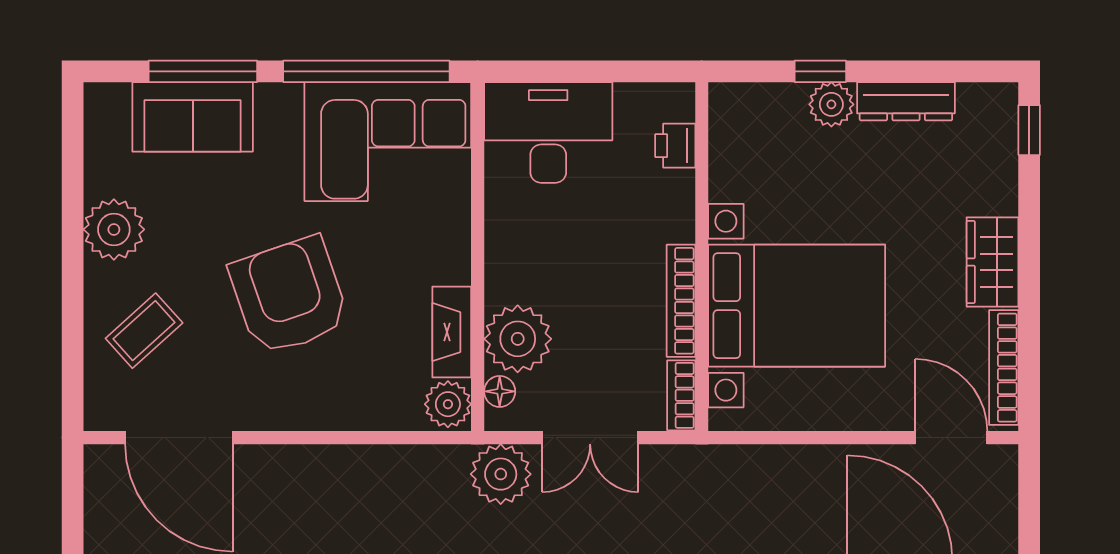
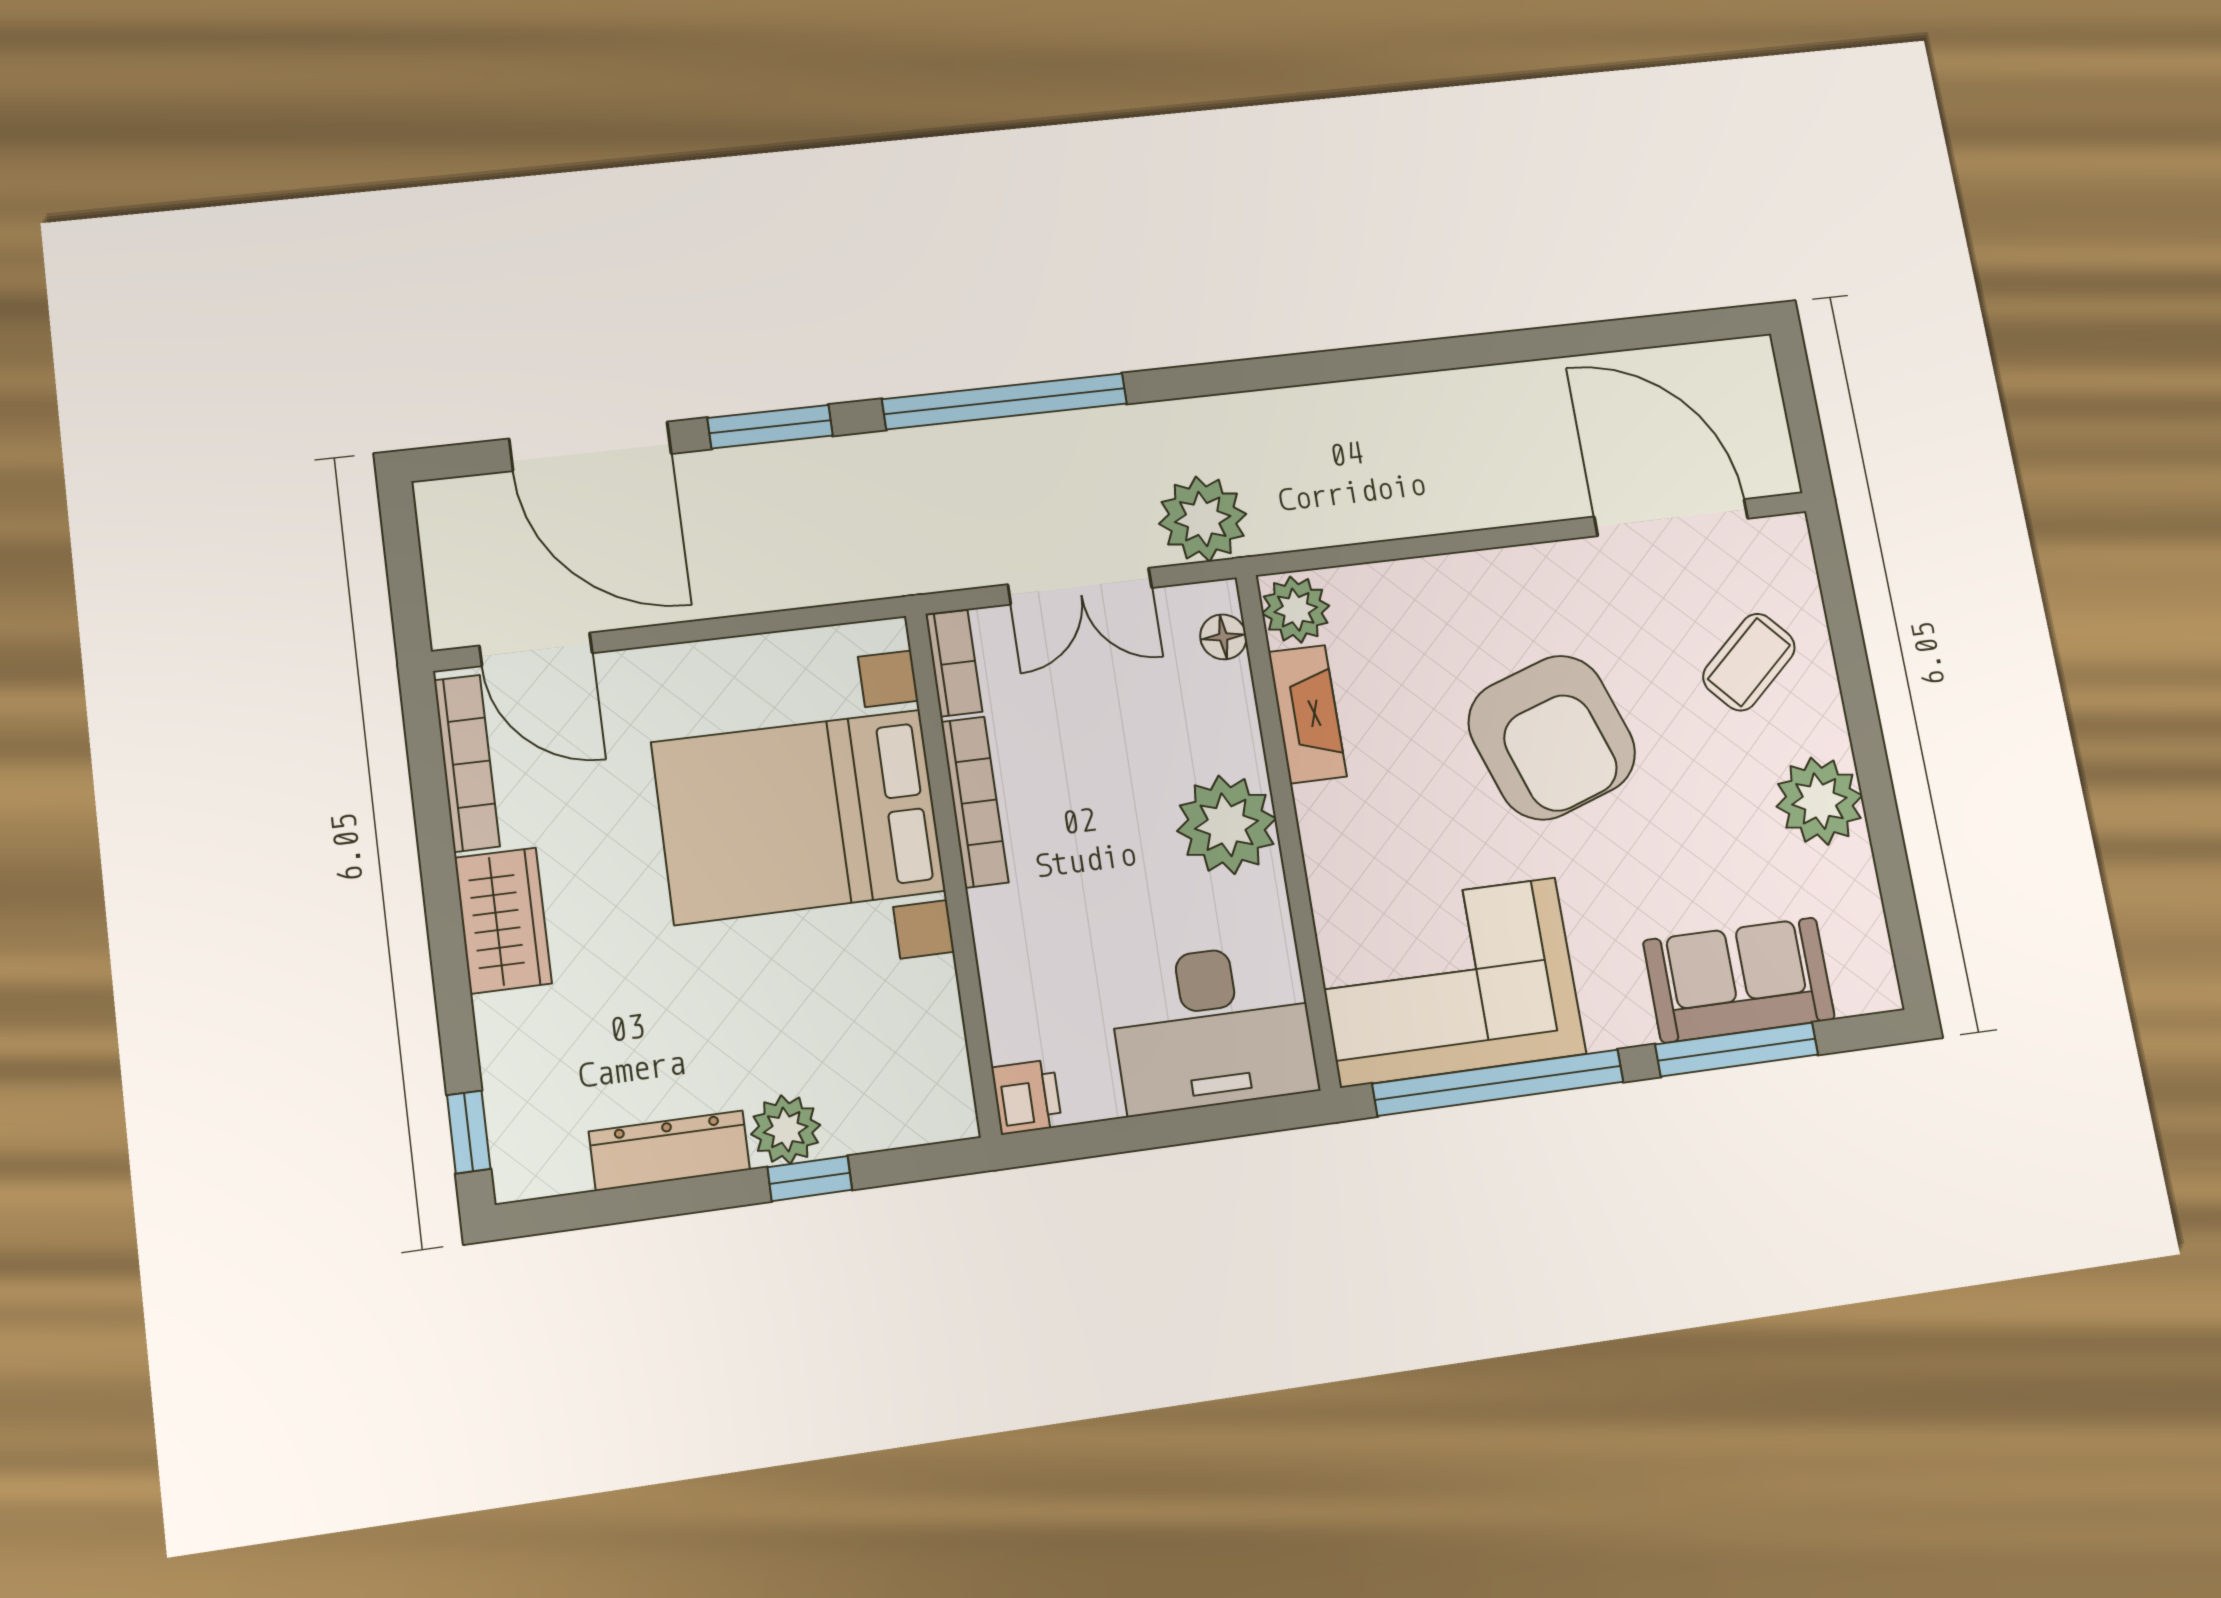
printer: (675, 146) -> (1027, 1097), moved
plant: (518, 339) -> (1227, 825), moved
double door: (590, 438) -> (1080, 586), swing flipped

